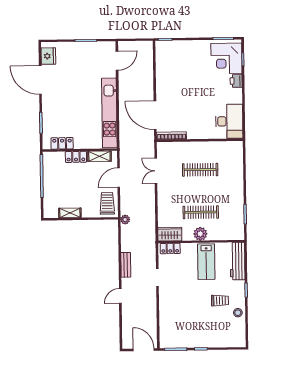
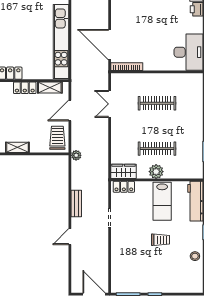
trolley: (220, 300) -> (160, 240), moved

